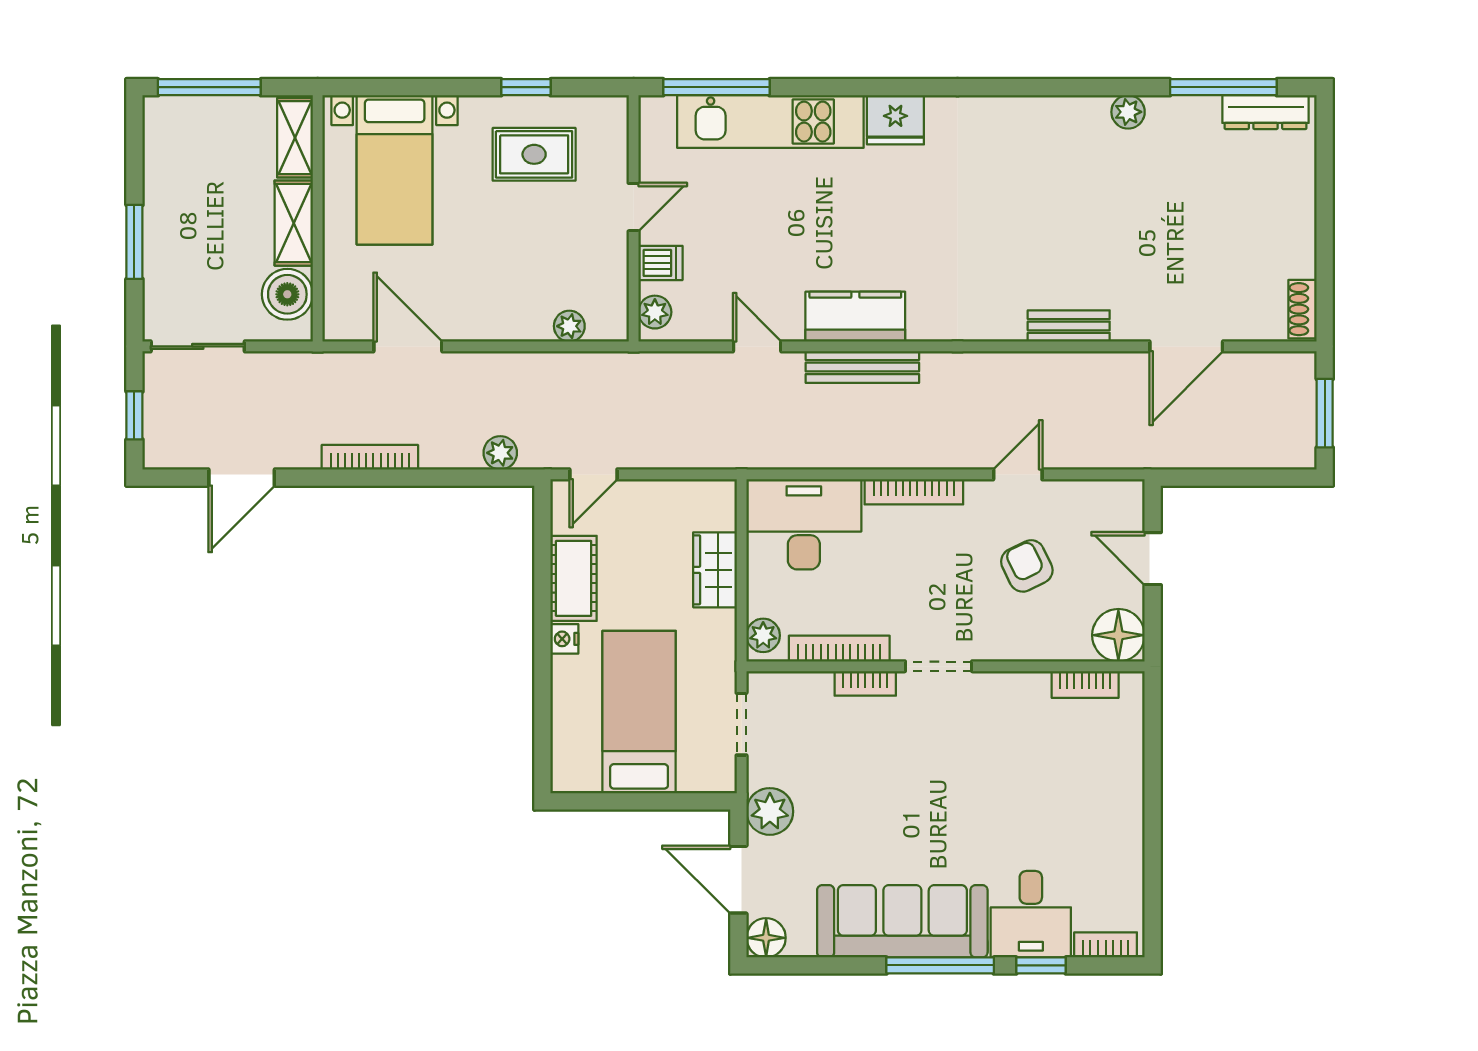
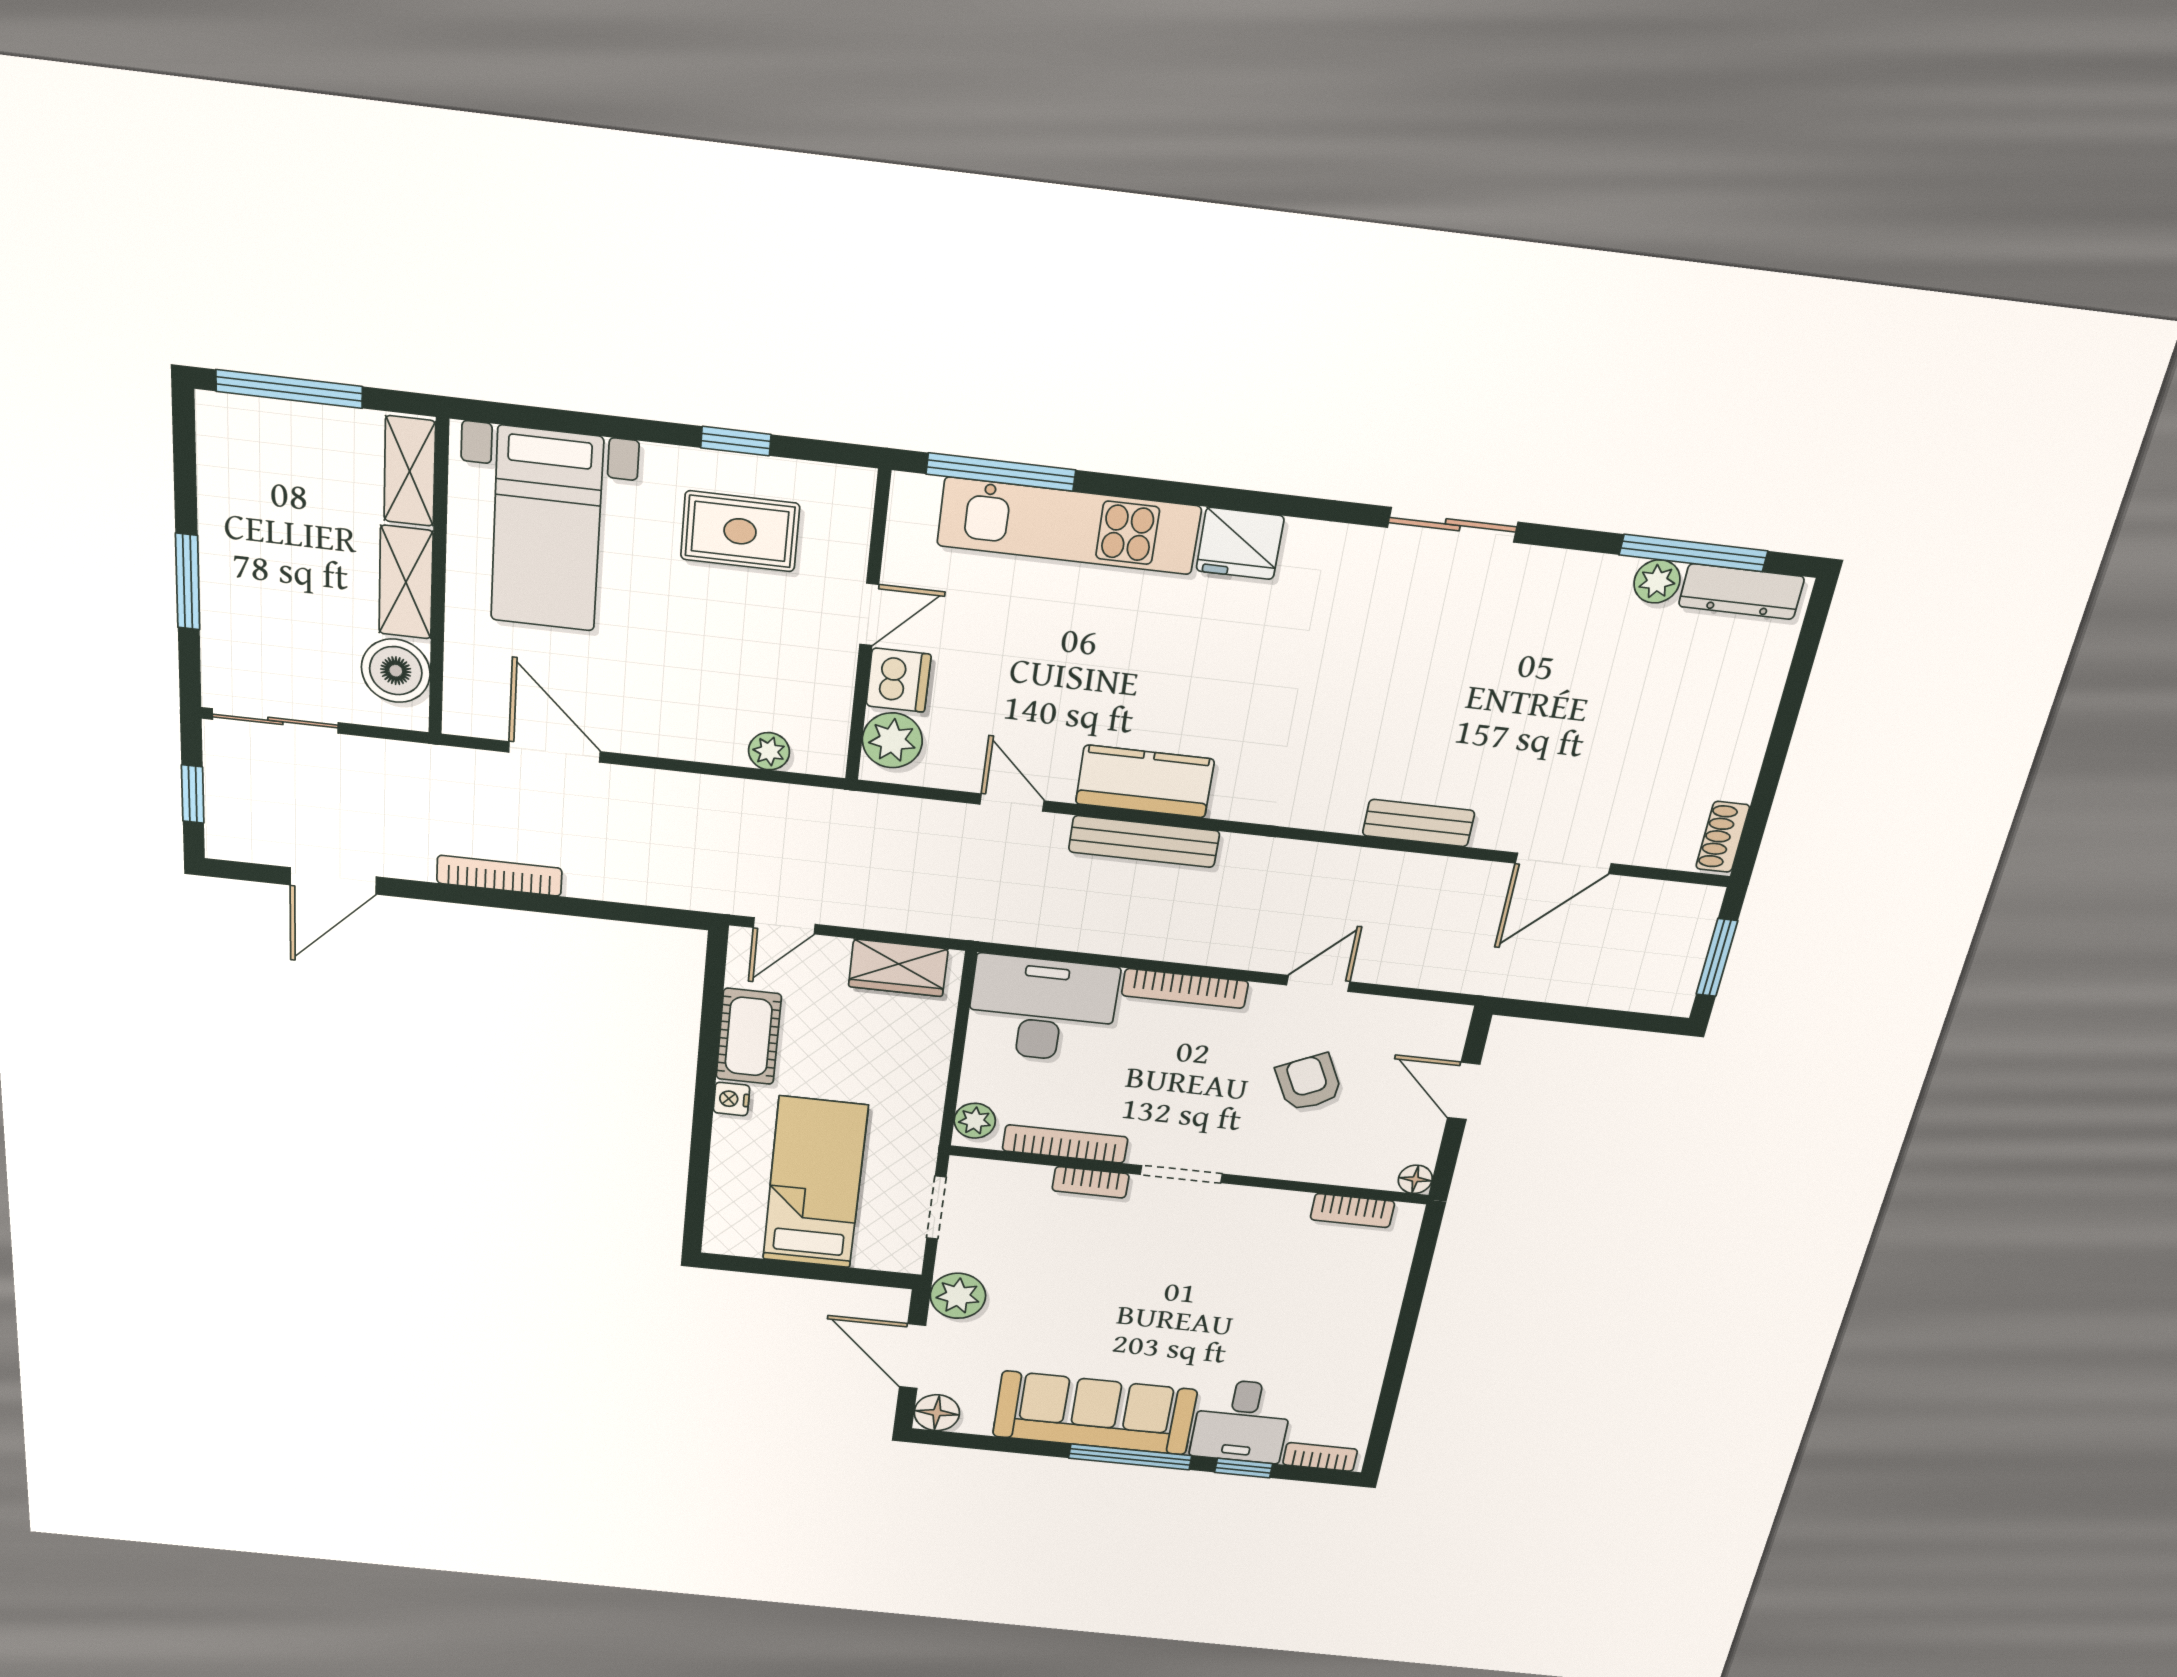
sliding door: (1046, 87) -> (1453, 525), added
plant: (1128, 112) -> (1657, 581), moved
dishwasher: (660, 263) -> (898, 680), width x1.38
plant: (655, 312) -> (892, 740), width x1.38, depth x1.38
plant: (500, 453) -> (667, 889), removed
wardrobe: (715, 570) -> (898, 968), moved, turned -90
floor lamp: (1118, 635) -> (1415, 1179), width x0.53, depth x0.53

